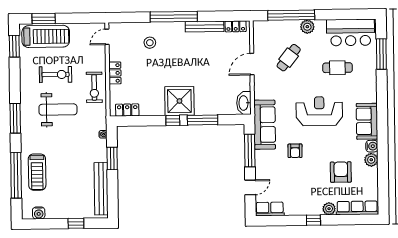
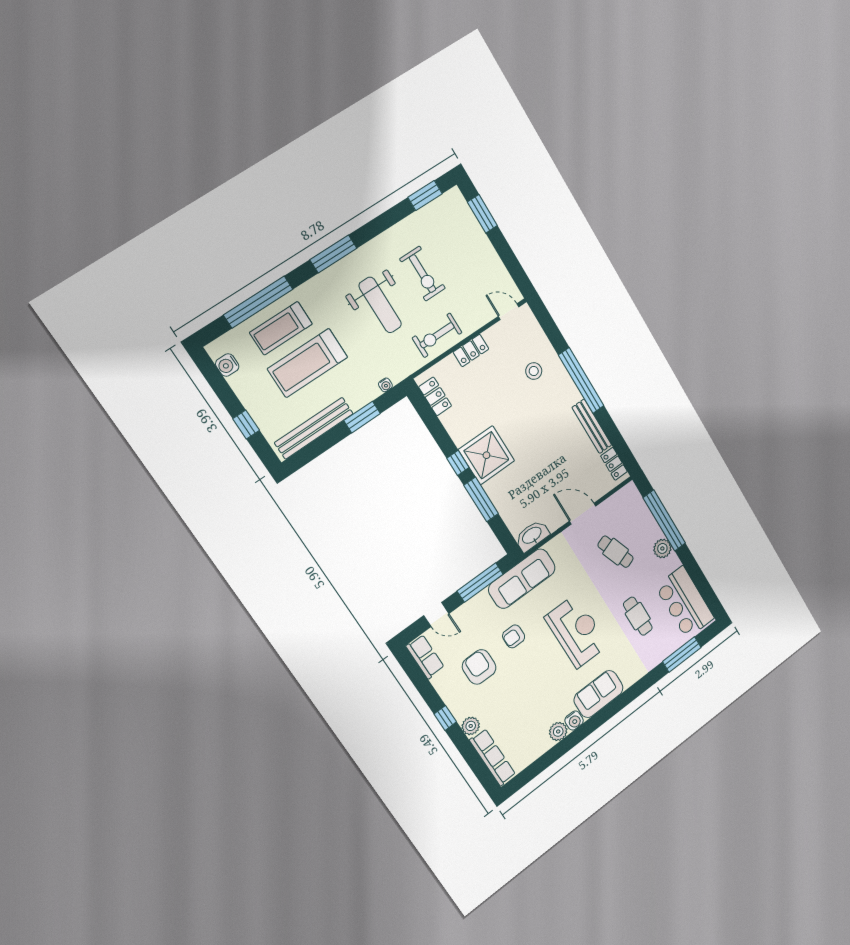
treadmill: (46, 36) -> (308, 363), moved, turned 90
cafe table: (289, 58) -> (616, 552), turned 32
armchair: (341, 172) -> (479, 667), moved, turned -90

